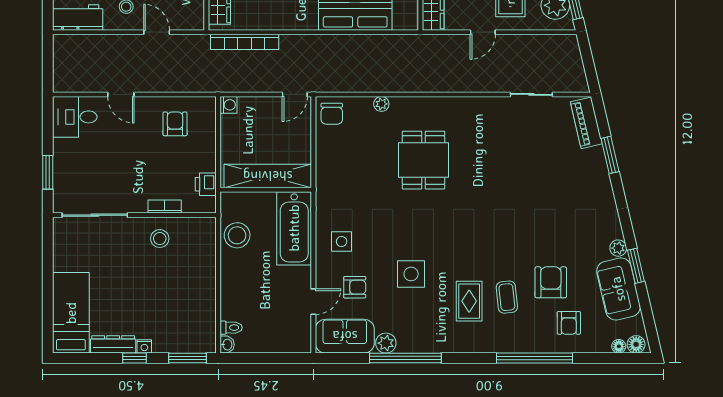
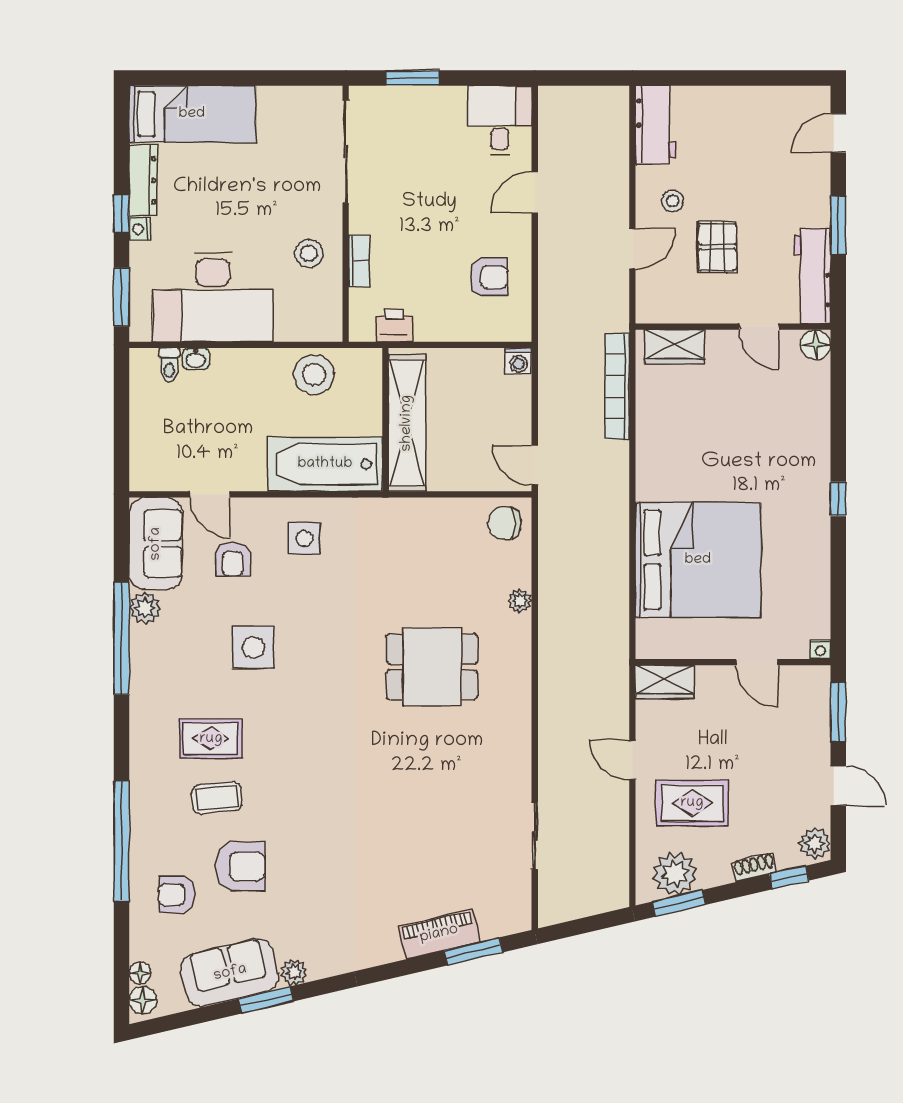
piano: (586, 123) -> (439, 934), moved
window: (610, 155) -> (473, 951), moved
desk: (188, 300) -> (213, 297), added
washbasin: (227, 345) -> (196, 359), moved

